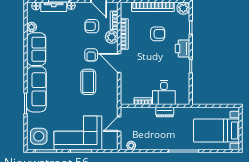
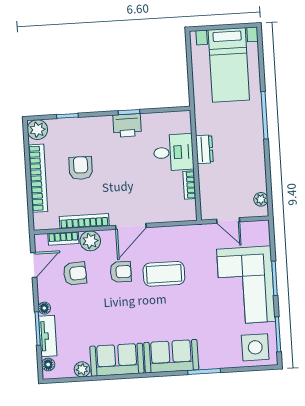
armchair: (92, 26) -> (75, 273), turned -93
printer: (183, 49) -> (127, 125), moved
sofa: (36, 89) -> (171, 356), width x0.73

